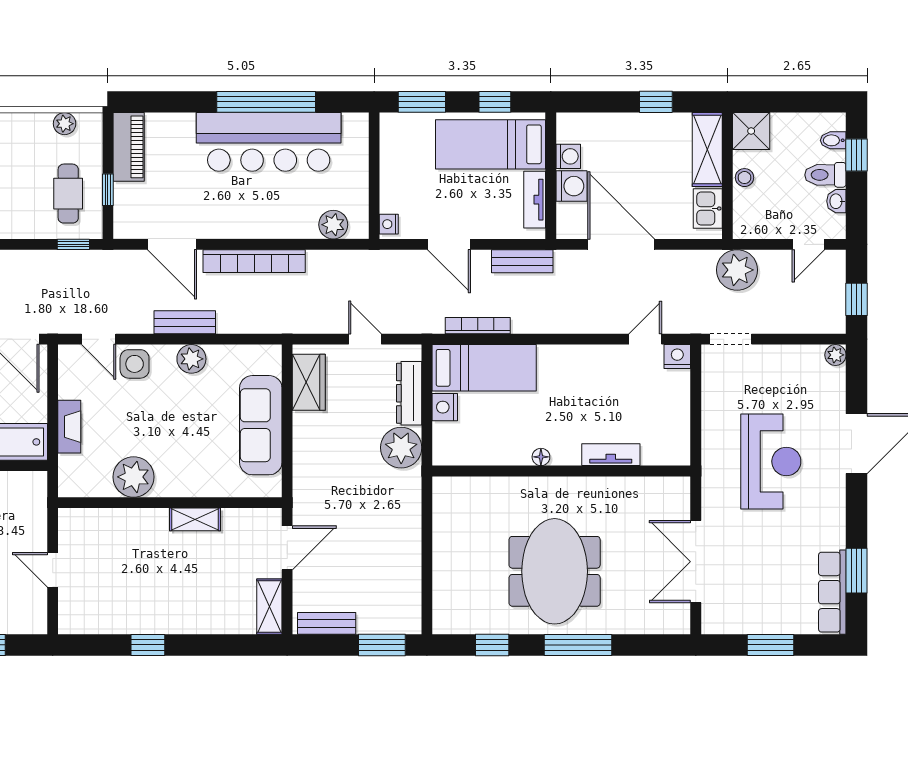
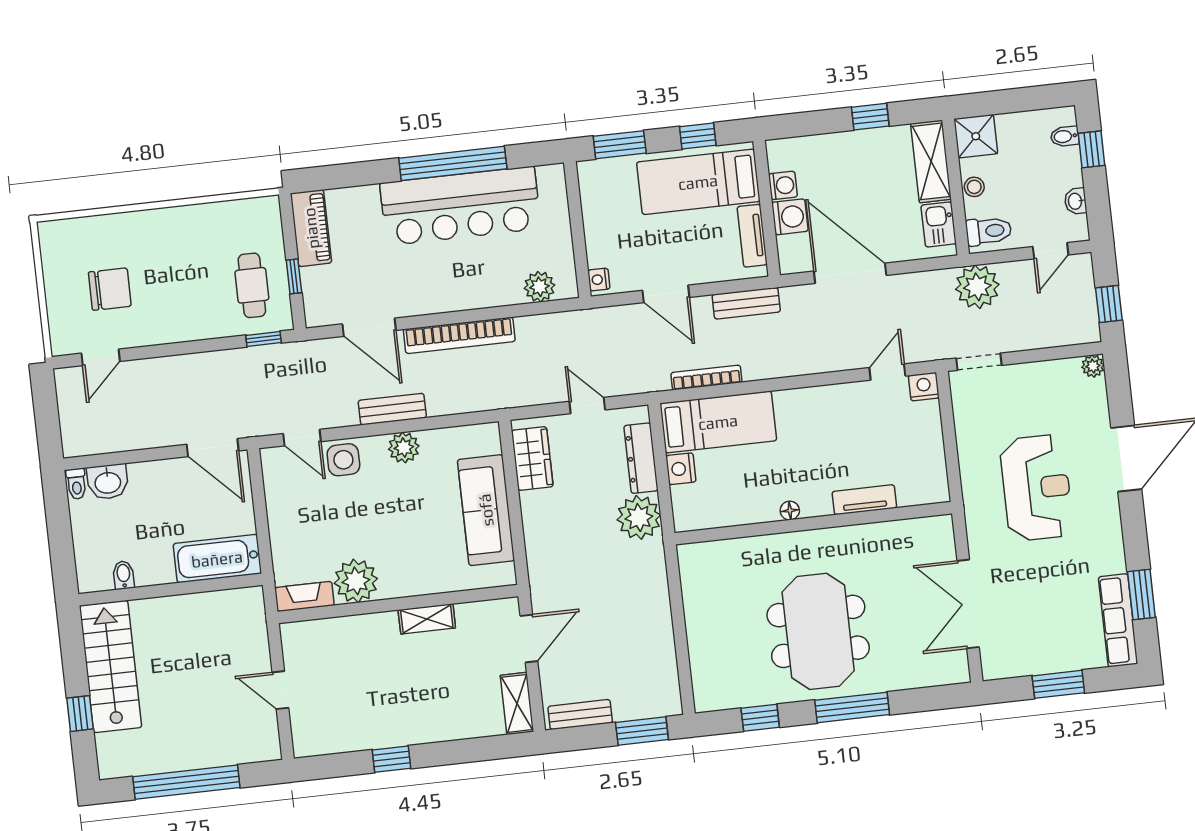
plant: (65, 124) -> (240, 211), removed
toilet: (825, 175) -> (989, 231), moved, turned 180
fireplace: (69, 427) -> (304, 596), moved, turned -90

